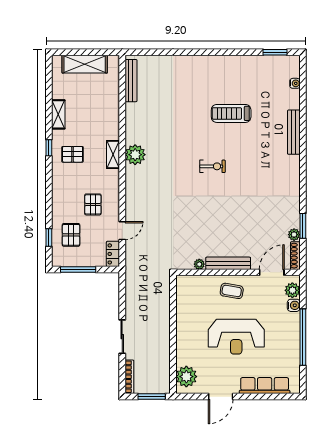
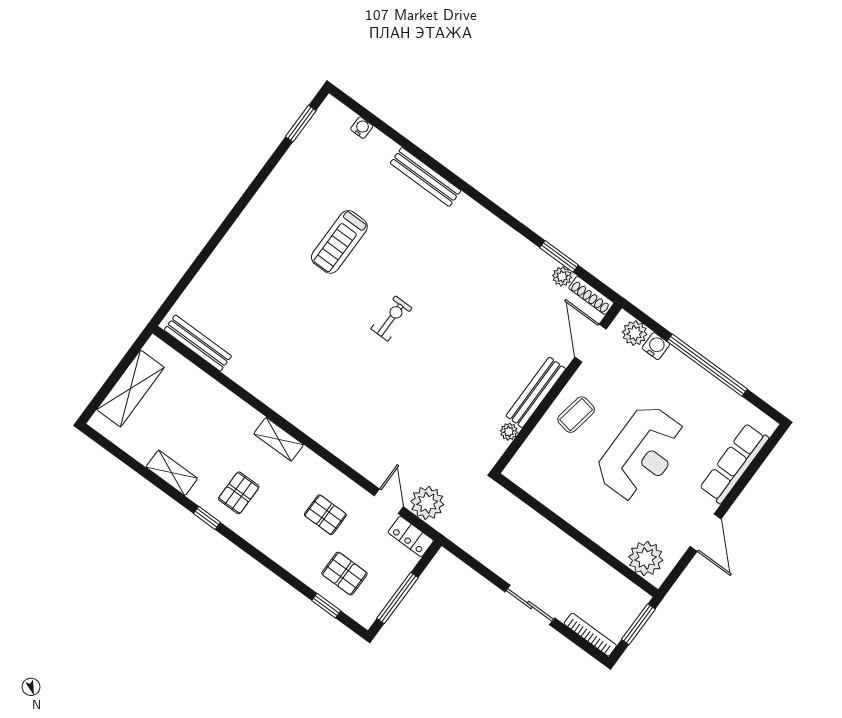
plant: (135, 155) -> (427, 503), moved

